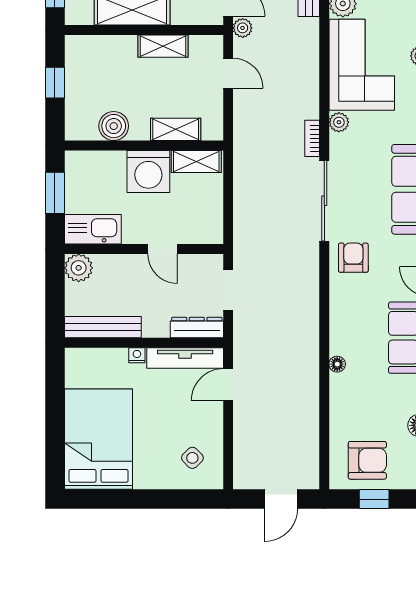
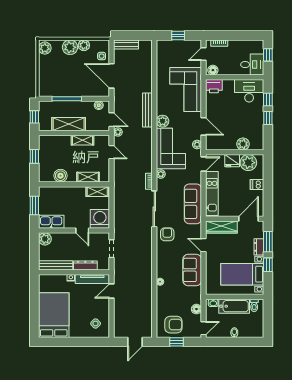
washing machine: (148, 171) -> (100, 219), moved, turned 180
dresser: (197, 328) -> (85, 265), moved

